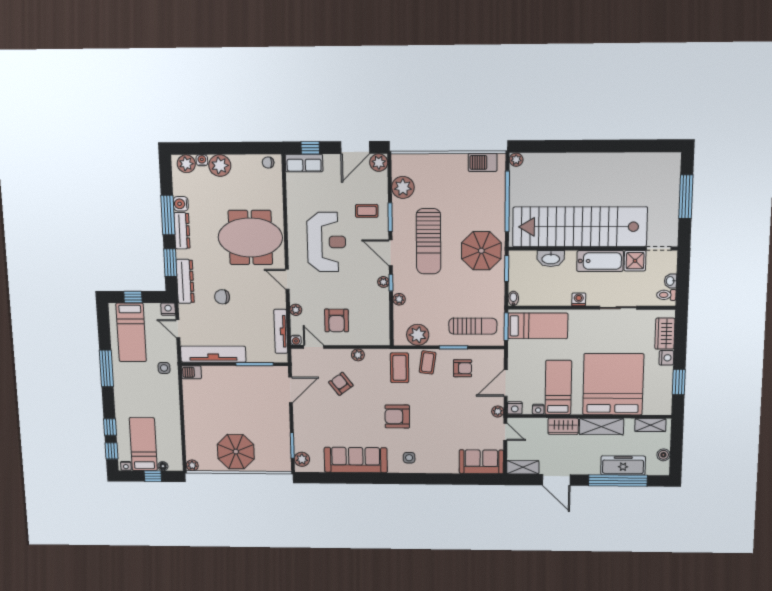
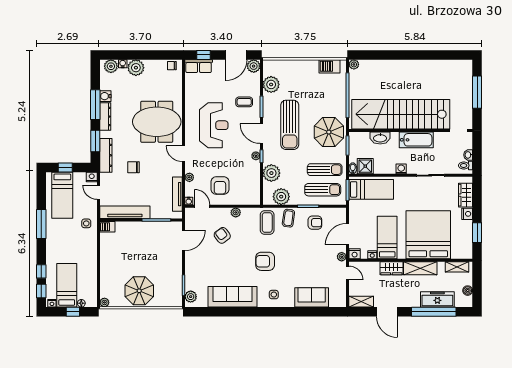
shower: (635, 261) -> (365, 166), moved
plant: (399, 299) -> (271, 173), width x1.88, depth x1.88
sun lounger: (476, 300) -> (325, 170), added
sofa: (481, 462) -> (312, 297), moved

